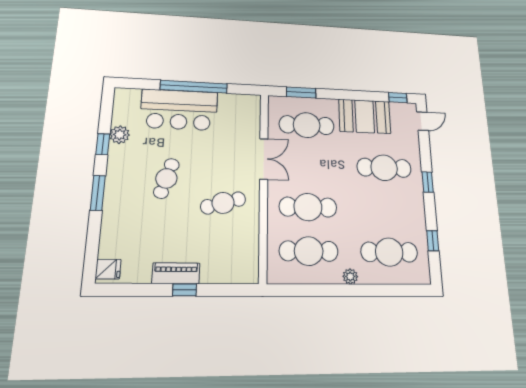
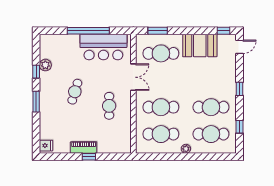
bar counter: (179, 110) -> (103, 47), moved
cafe table: (384, 168) -> (211, 107), moved
cafe table: (223, 203) -> (109, 106), turned -74

